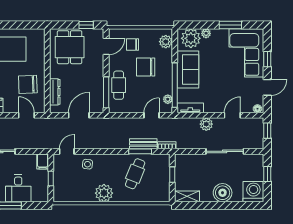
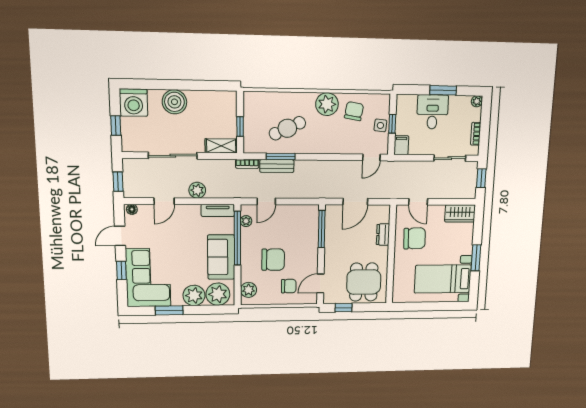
plant: (206, 33) -> (194, 295), width x1.88, depth x1.88
cafe table: (119, 85) -> (306, 238), removed
dresser: (55, 92) -> (383, 234), width x0.70
side table: (87, 164) -> (380, 125), moved
cafe table: (135, 174) -> (287, 128), turned 43
chair: (82, 188) -> (354, 111), added
shelving: (187, 196) -> (221, 146), moved

